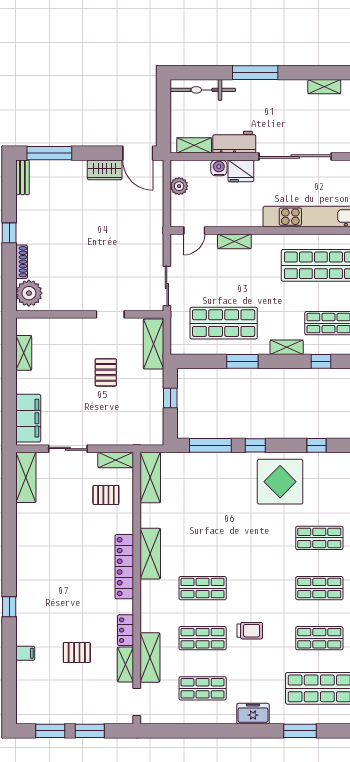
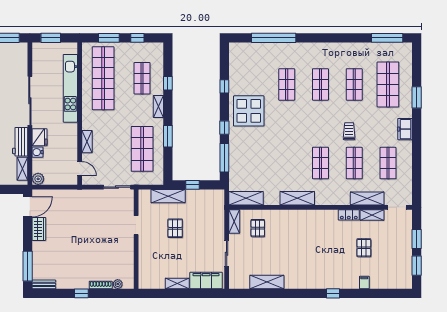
plant: (179, 186) -> (38, 179), moved
plant: (29, 293) -> (118, 284), width x0.53, depth x0.53
shelving: (153, 344) -> (168, 196), moved
shelving: (24, 353) -> (177, 284), moved
pallet: (106, 372) -> (175, 228), turned 90
shelving: (26, 477) -> (267, 282), moved
locker: (124, 567) -> (306, 216), removed

